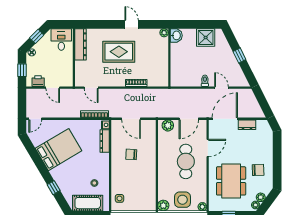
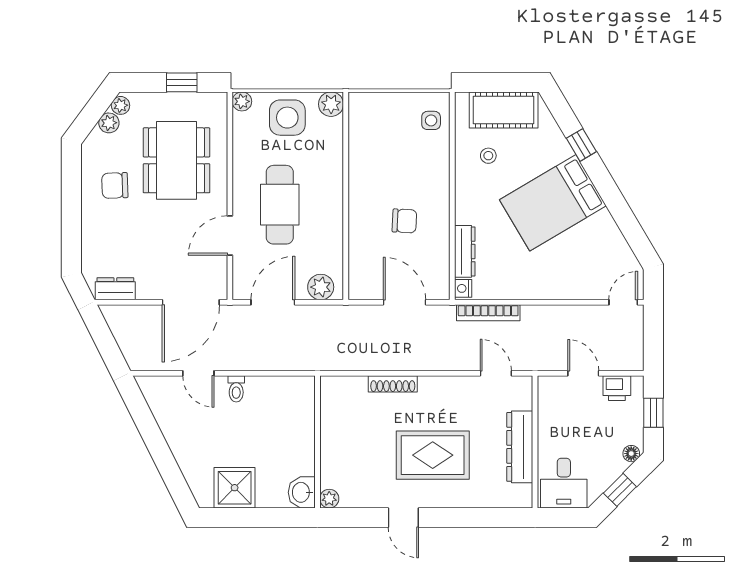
dresser: (81, 44) -> (520, 447), moved
window: (239, 56) -> (157, 446), removed
dresser: (247, 125) -> (115, 289), moved
bed: (59, 150) -> (553, 203), moved

